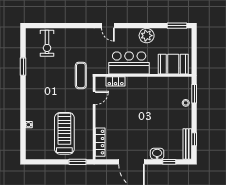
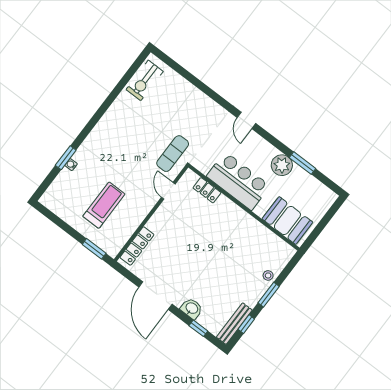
window: (177, 26) -> (302, 163), moved
exercise bike: (47, 43) -> (145, 80), moved
window: (23, 67) -> (66, 158), moved
window: (194, 94) -> (269, 295), moved
door: (94, 98) -> (168, 191), swing flipped
treadmill: (64, 133) -> (104, 205), width x0.73, depth x0.73

